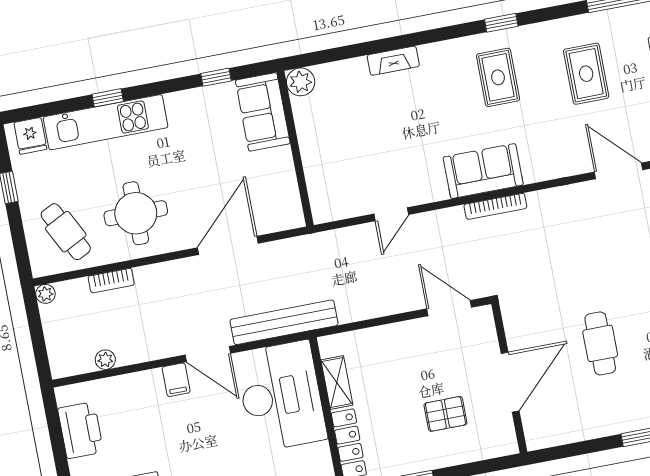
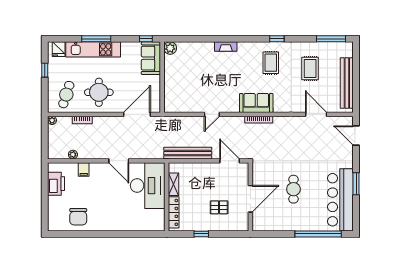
plant: (301, 82) -> (170, 48), moved
window: (108, 98) -> (96, 39), width x2.17
sofa: (263, 112) -> (151, 58), moved
wall: (295, 149) -> (162, 77), moved
cafe table: (66, 232) -> (66, 95), turned 45
bench: (284, 322) -> (188, 153), moved
filing cabinet: (176, 380) -> (84, 169), moved

